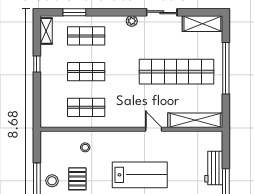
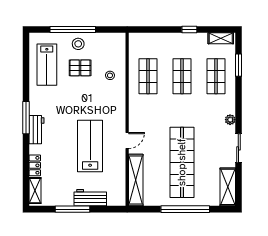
lab bench: (140, 175) -> (90, 146), moved, turned 180

